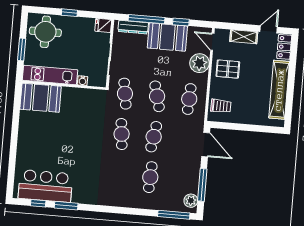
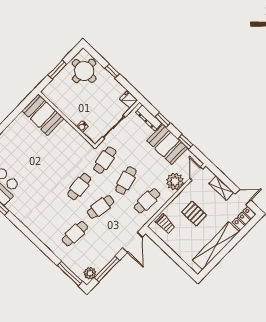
window: (147, 19) -> (163, 120), width x0.46
pallet: (228, 69) -> (194, 214), moved
kitchen unit: (50, 75) -> (63, 104), removed

